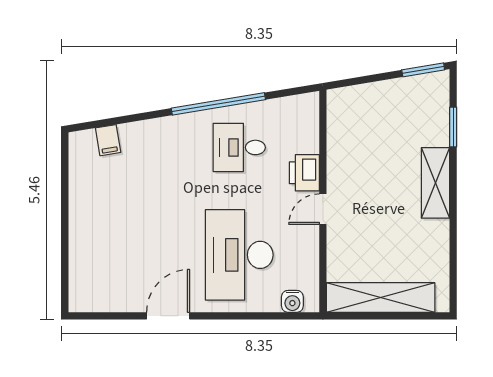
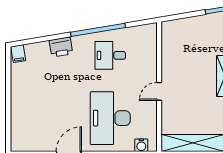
filing cabinet: (108, 140) -> (18, 54), moved
printer: (304, 173) -> (61, 47), moved, turned -99

